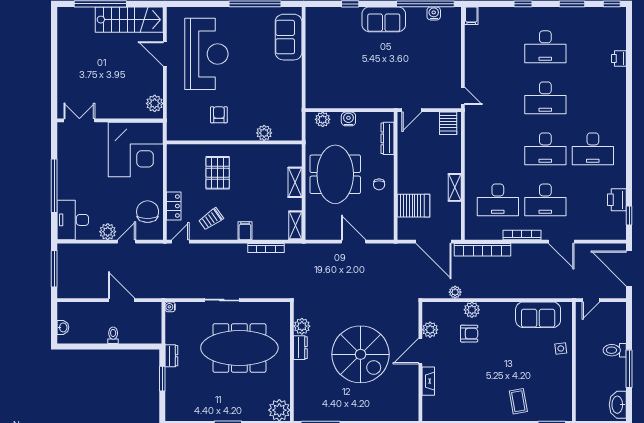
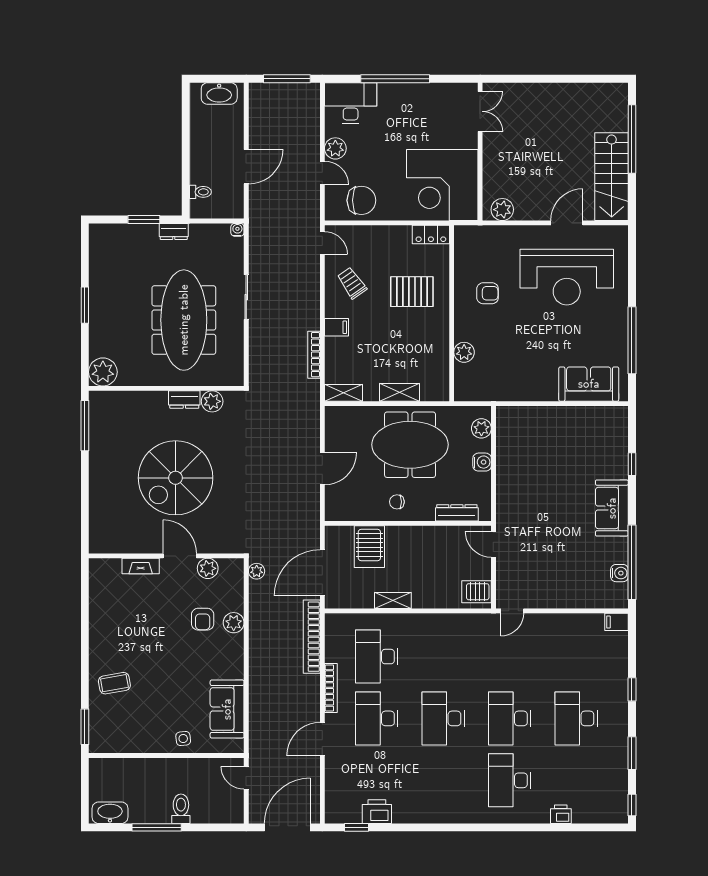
desk: (593, 149) -> (510, 780), moved
locker: (174, 206) -> (431, 235), moved
plant: (455, 292) -> (257, 571), moved
washbasin: (63, 327) -> (219, 93), width x1.91, depth x1.45
toilet: (113, 335) -> (200, 192), moved

